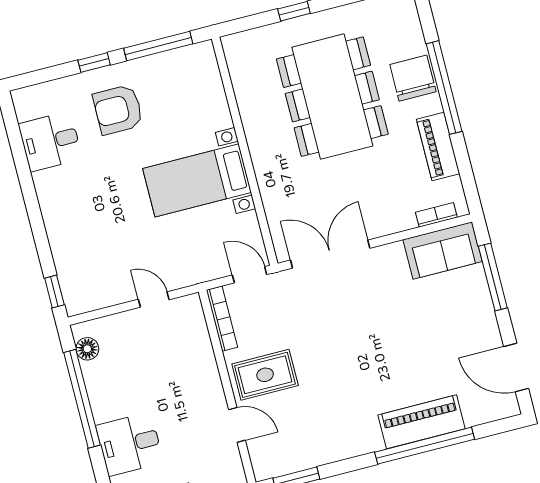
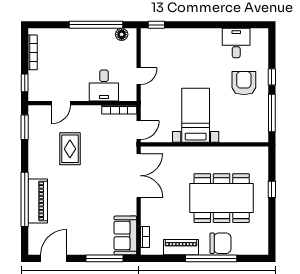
rug: (265, 375) -> (70, 149), moved
desk: (130, 444) -> (104, 85), moved, turned 180

